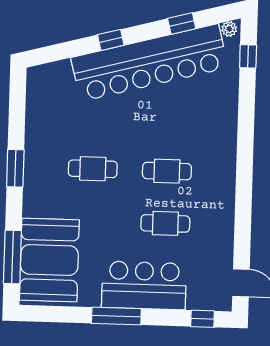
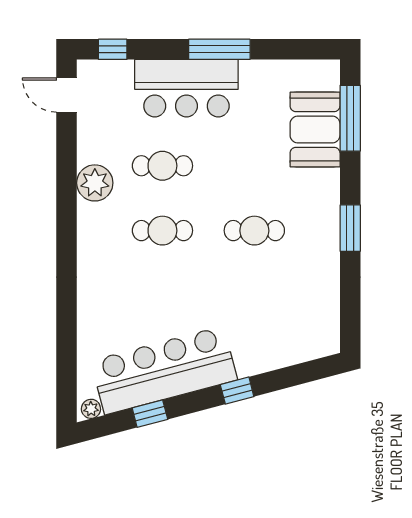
window: (248, 56) -> (67, 376), removed
bar counter: (150, 63) -> (164, 370), width x0.73
plant: (220, 211) -> (95, 183), added
booth: (49, 260) -> (315, 129), width x0.73, depth x0.70

